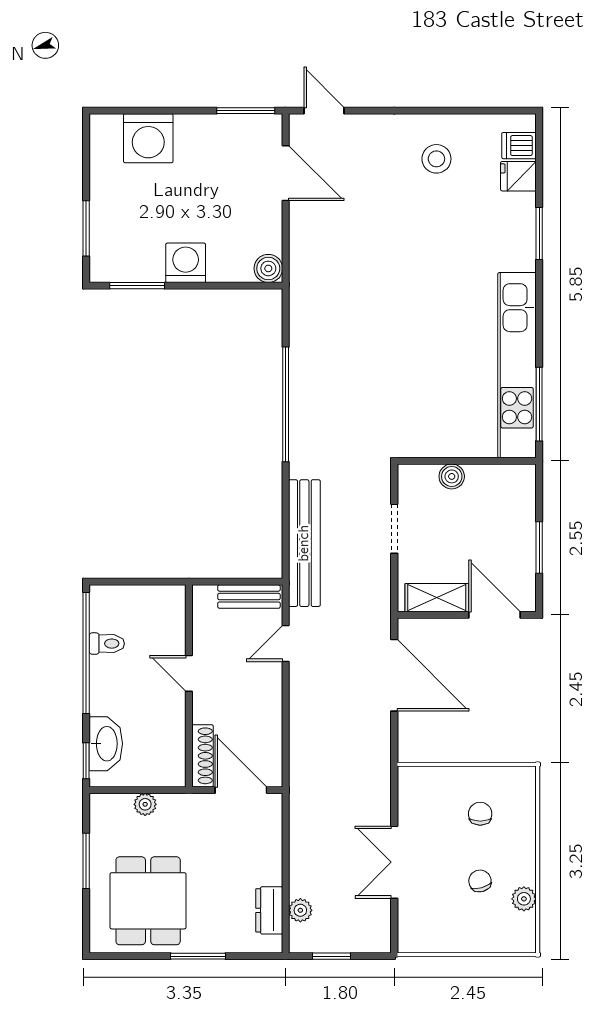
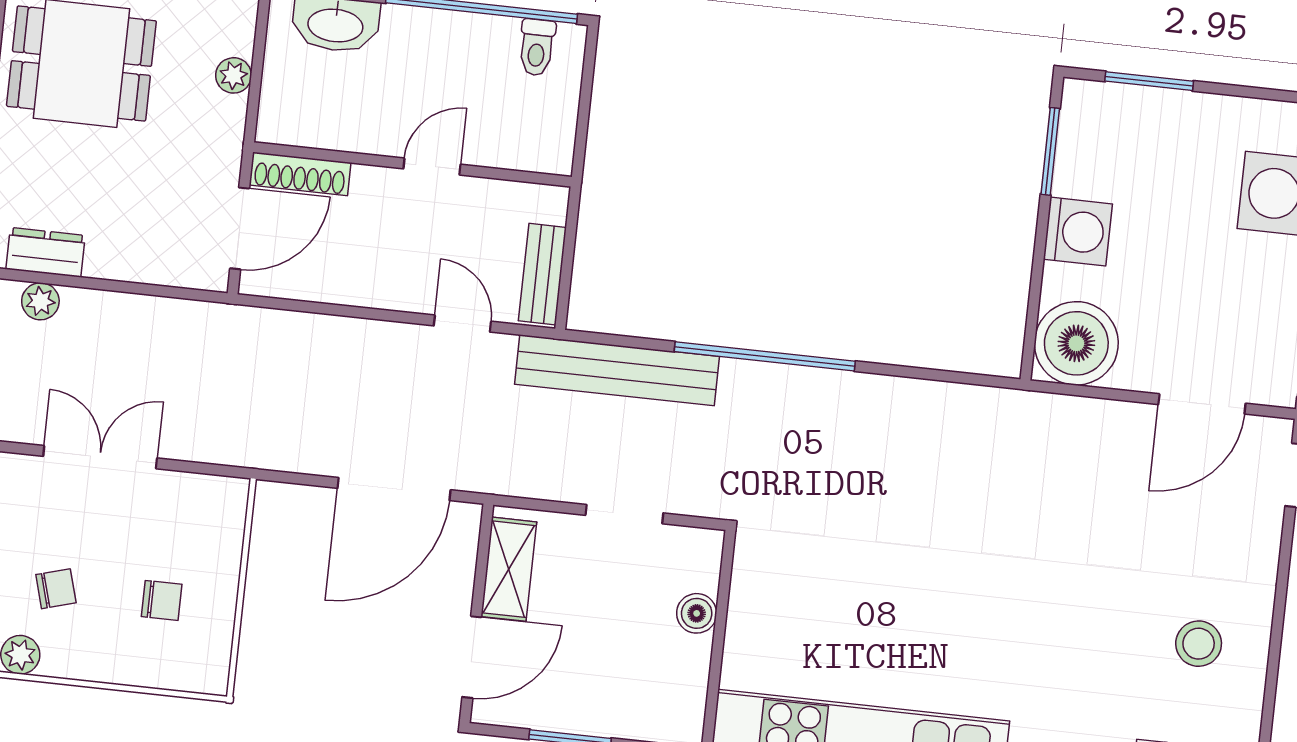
boiler: (268, 268) -> (1076, 343), width x1.86, depth x1.86
window: (286, 404) -> (765, 356), moved
toilet: (107, 644) -> (537, 47), moved

